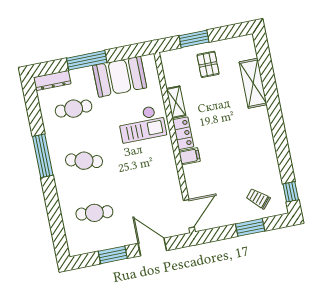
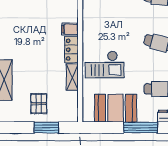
checkout: (142, 124) -> (105, 65), turned 180

